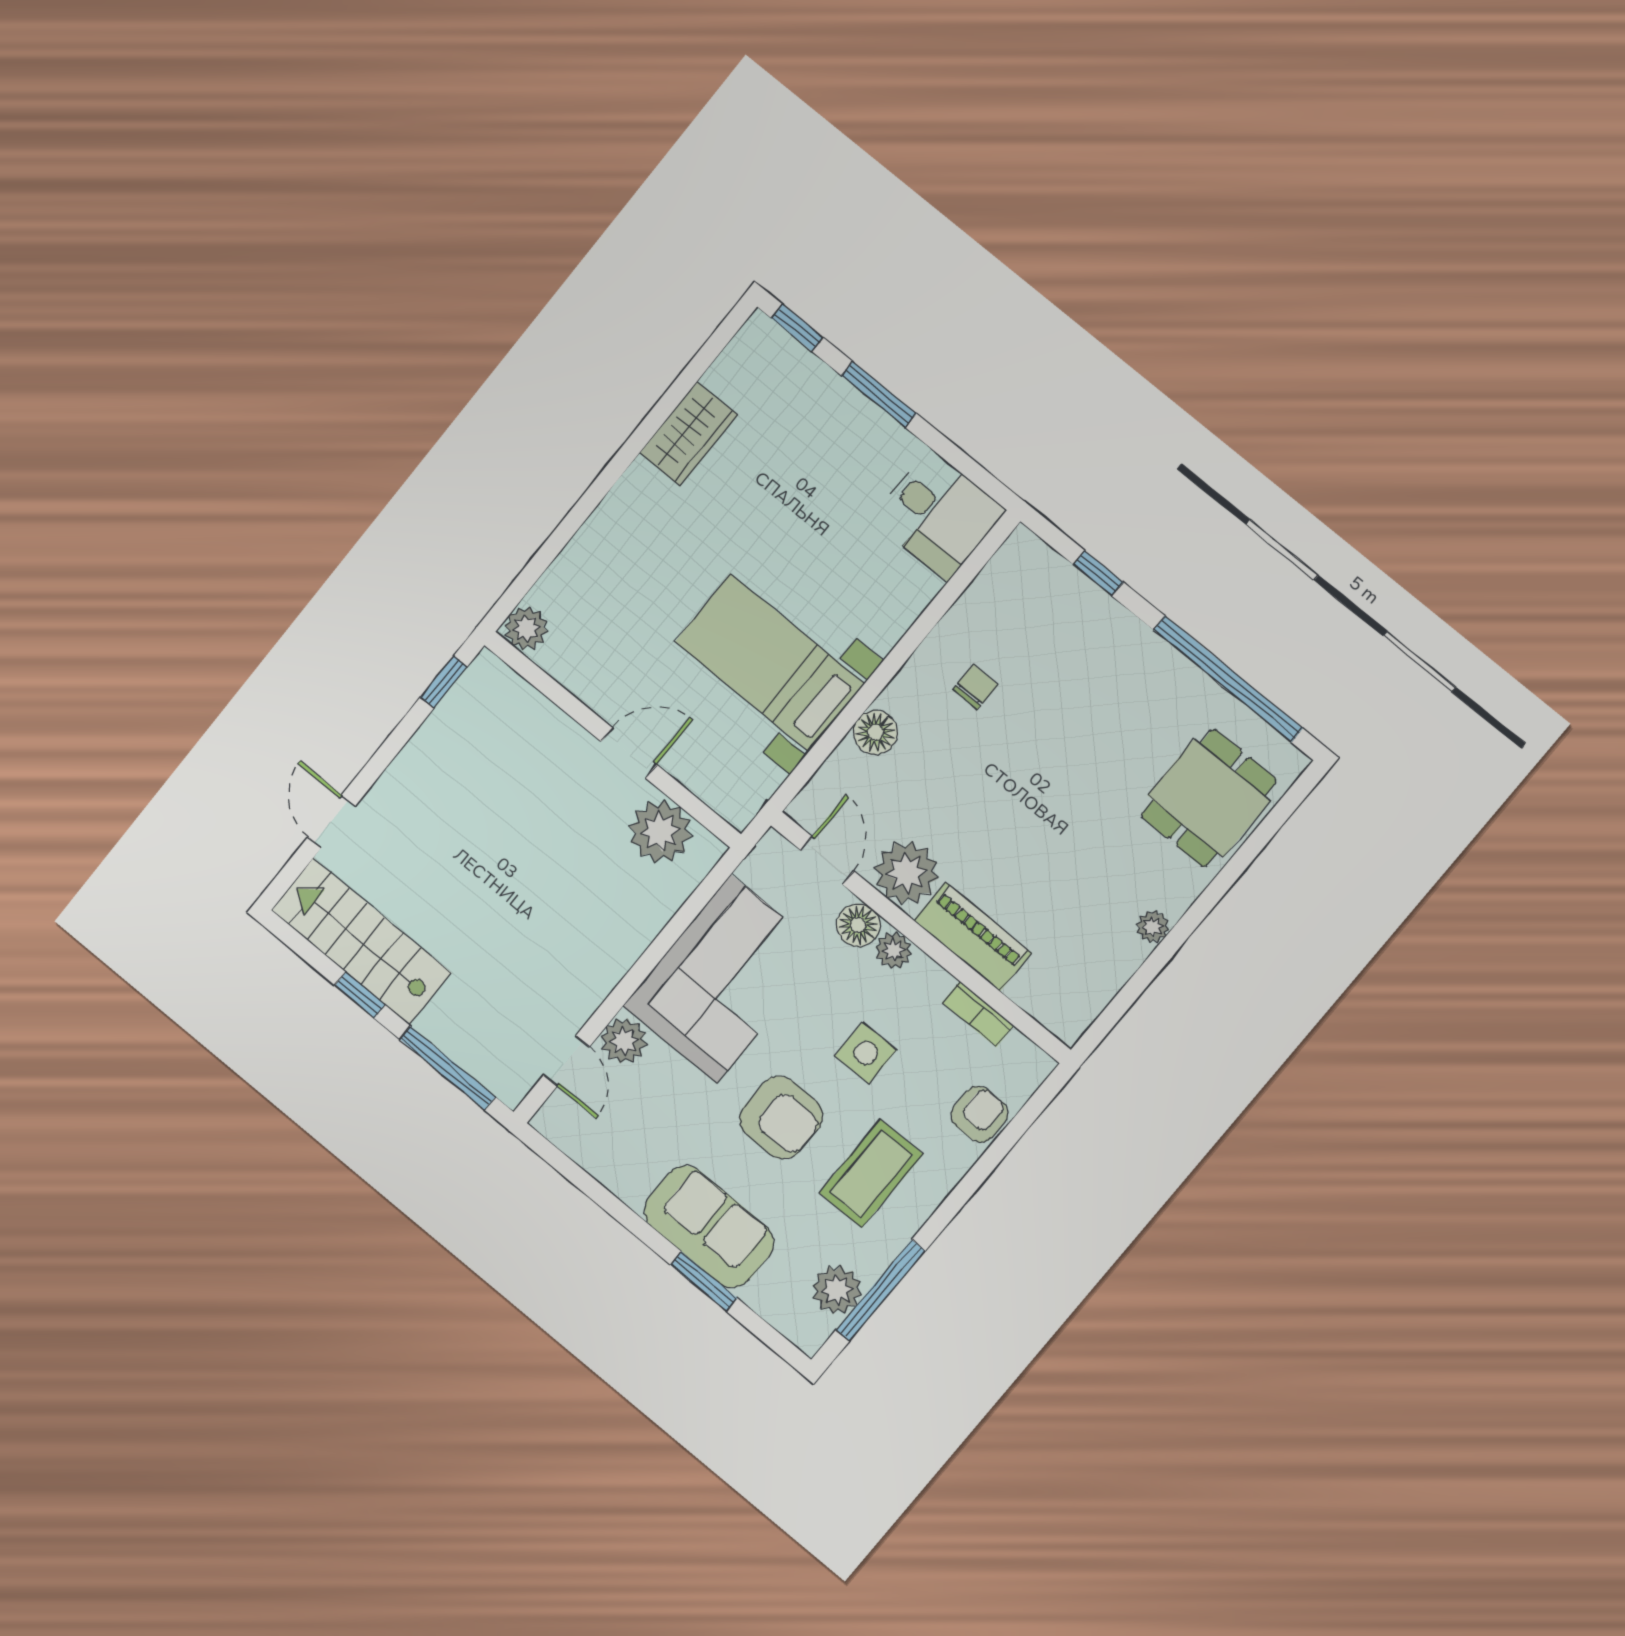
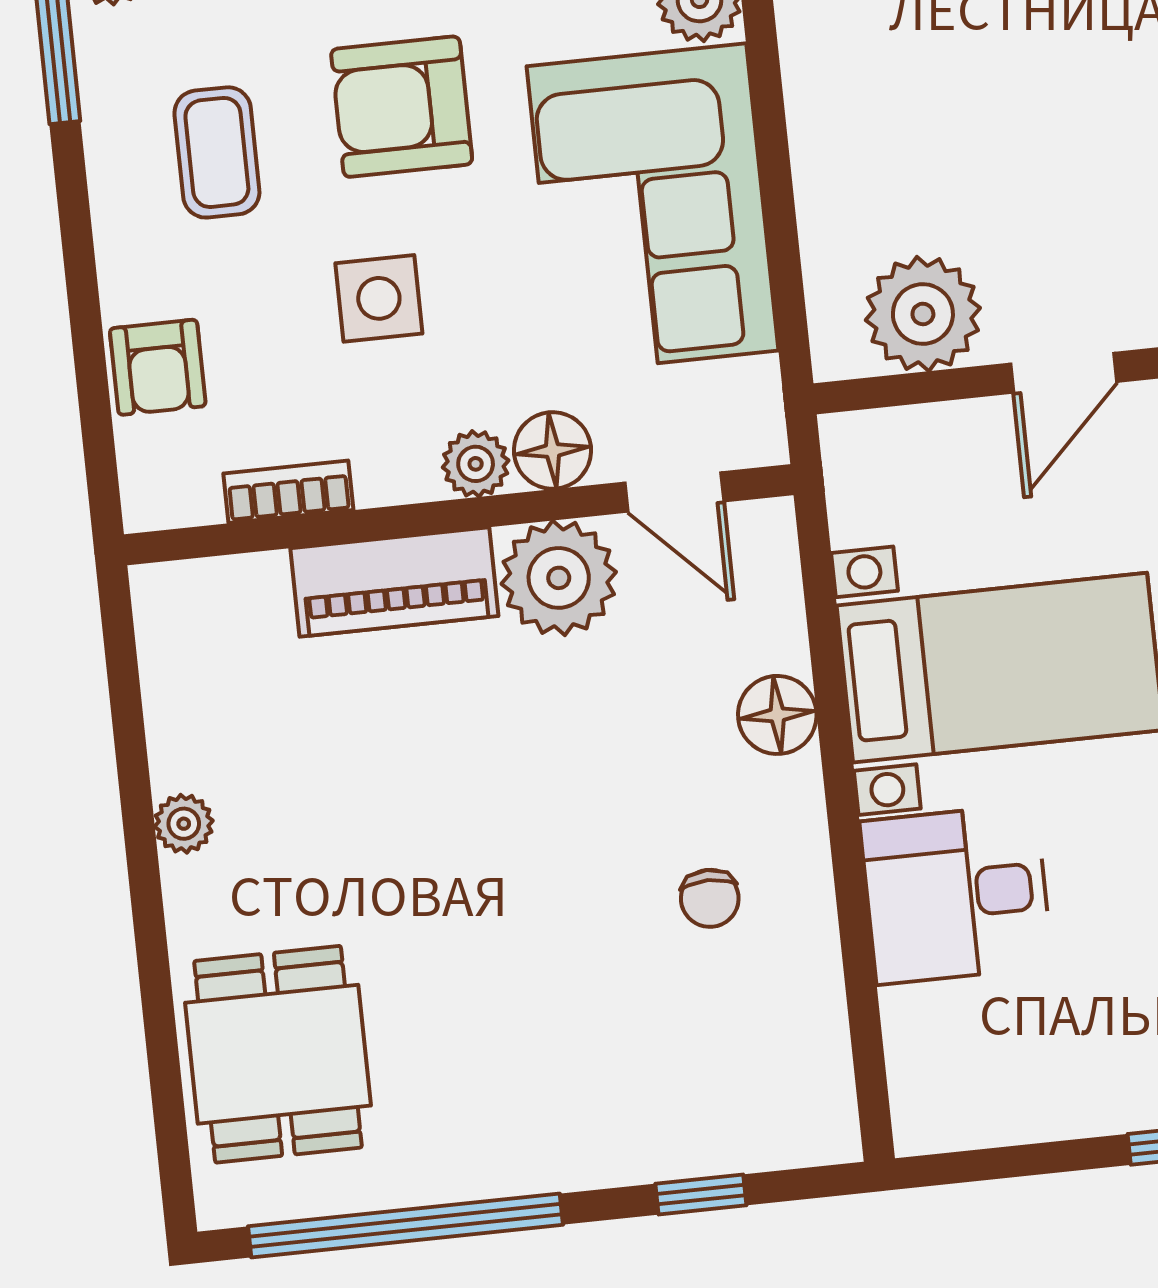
desk: (939, 515) -> (956, 894), moved
coffee table: (871, 1173) -> (217, 152), width x0.73, depth x0.77

